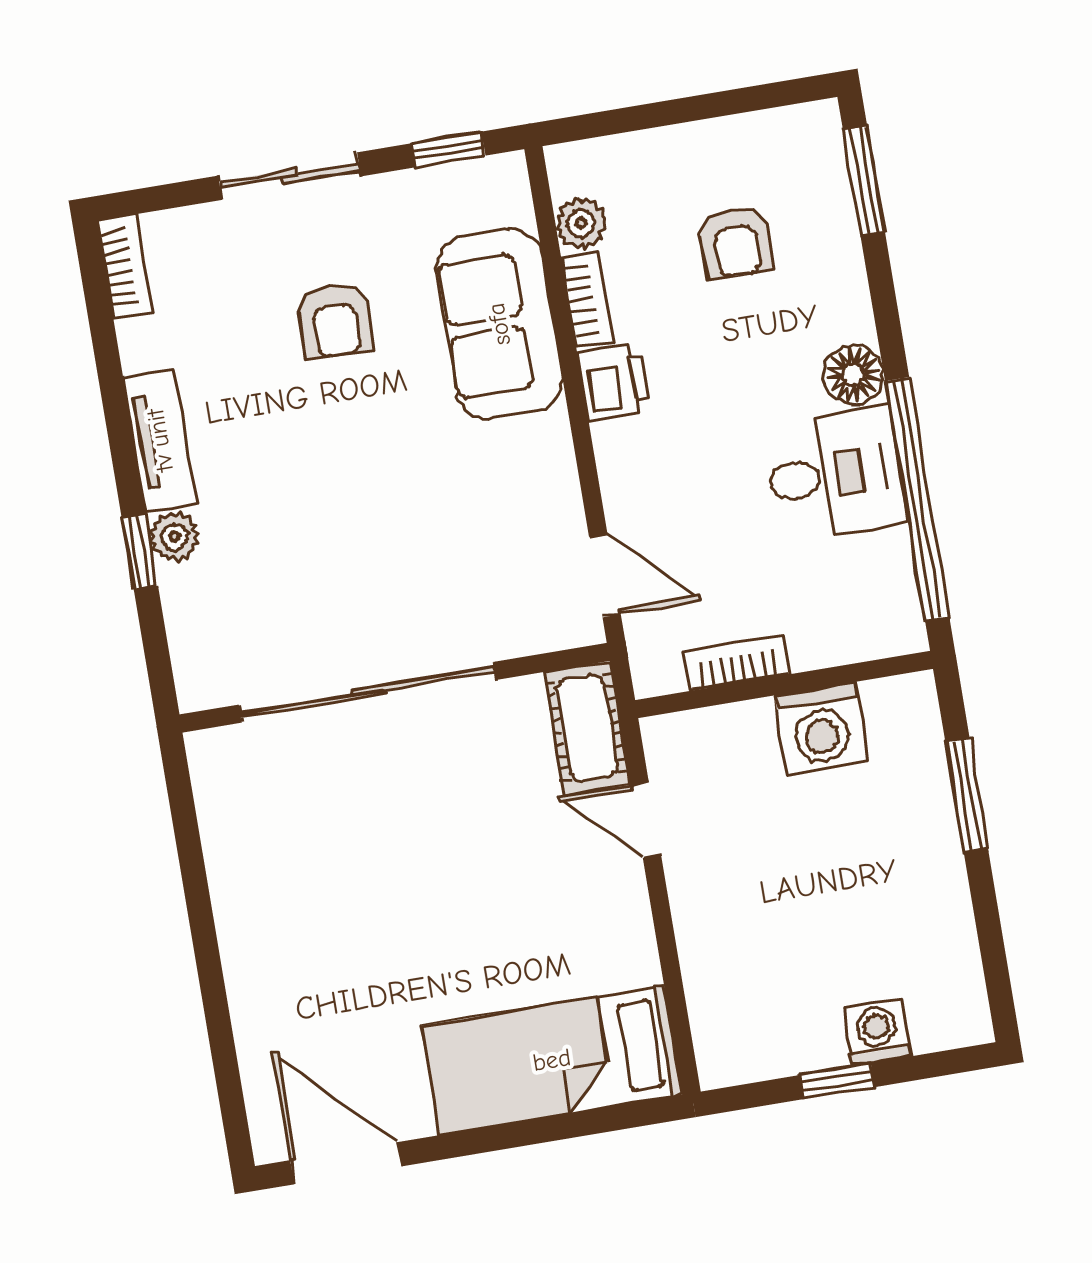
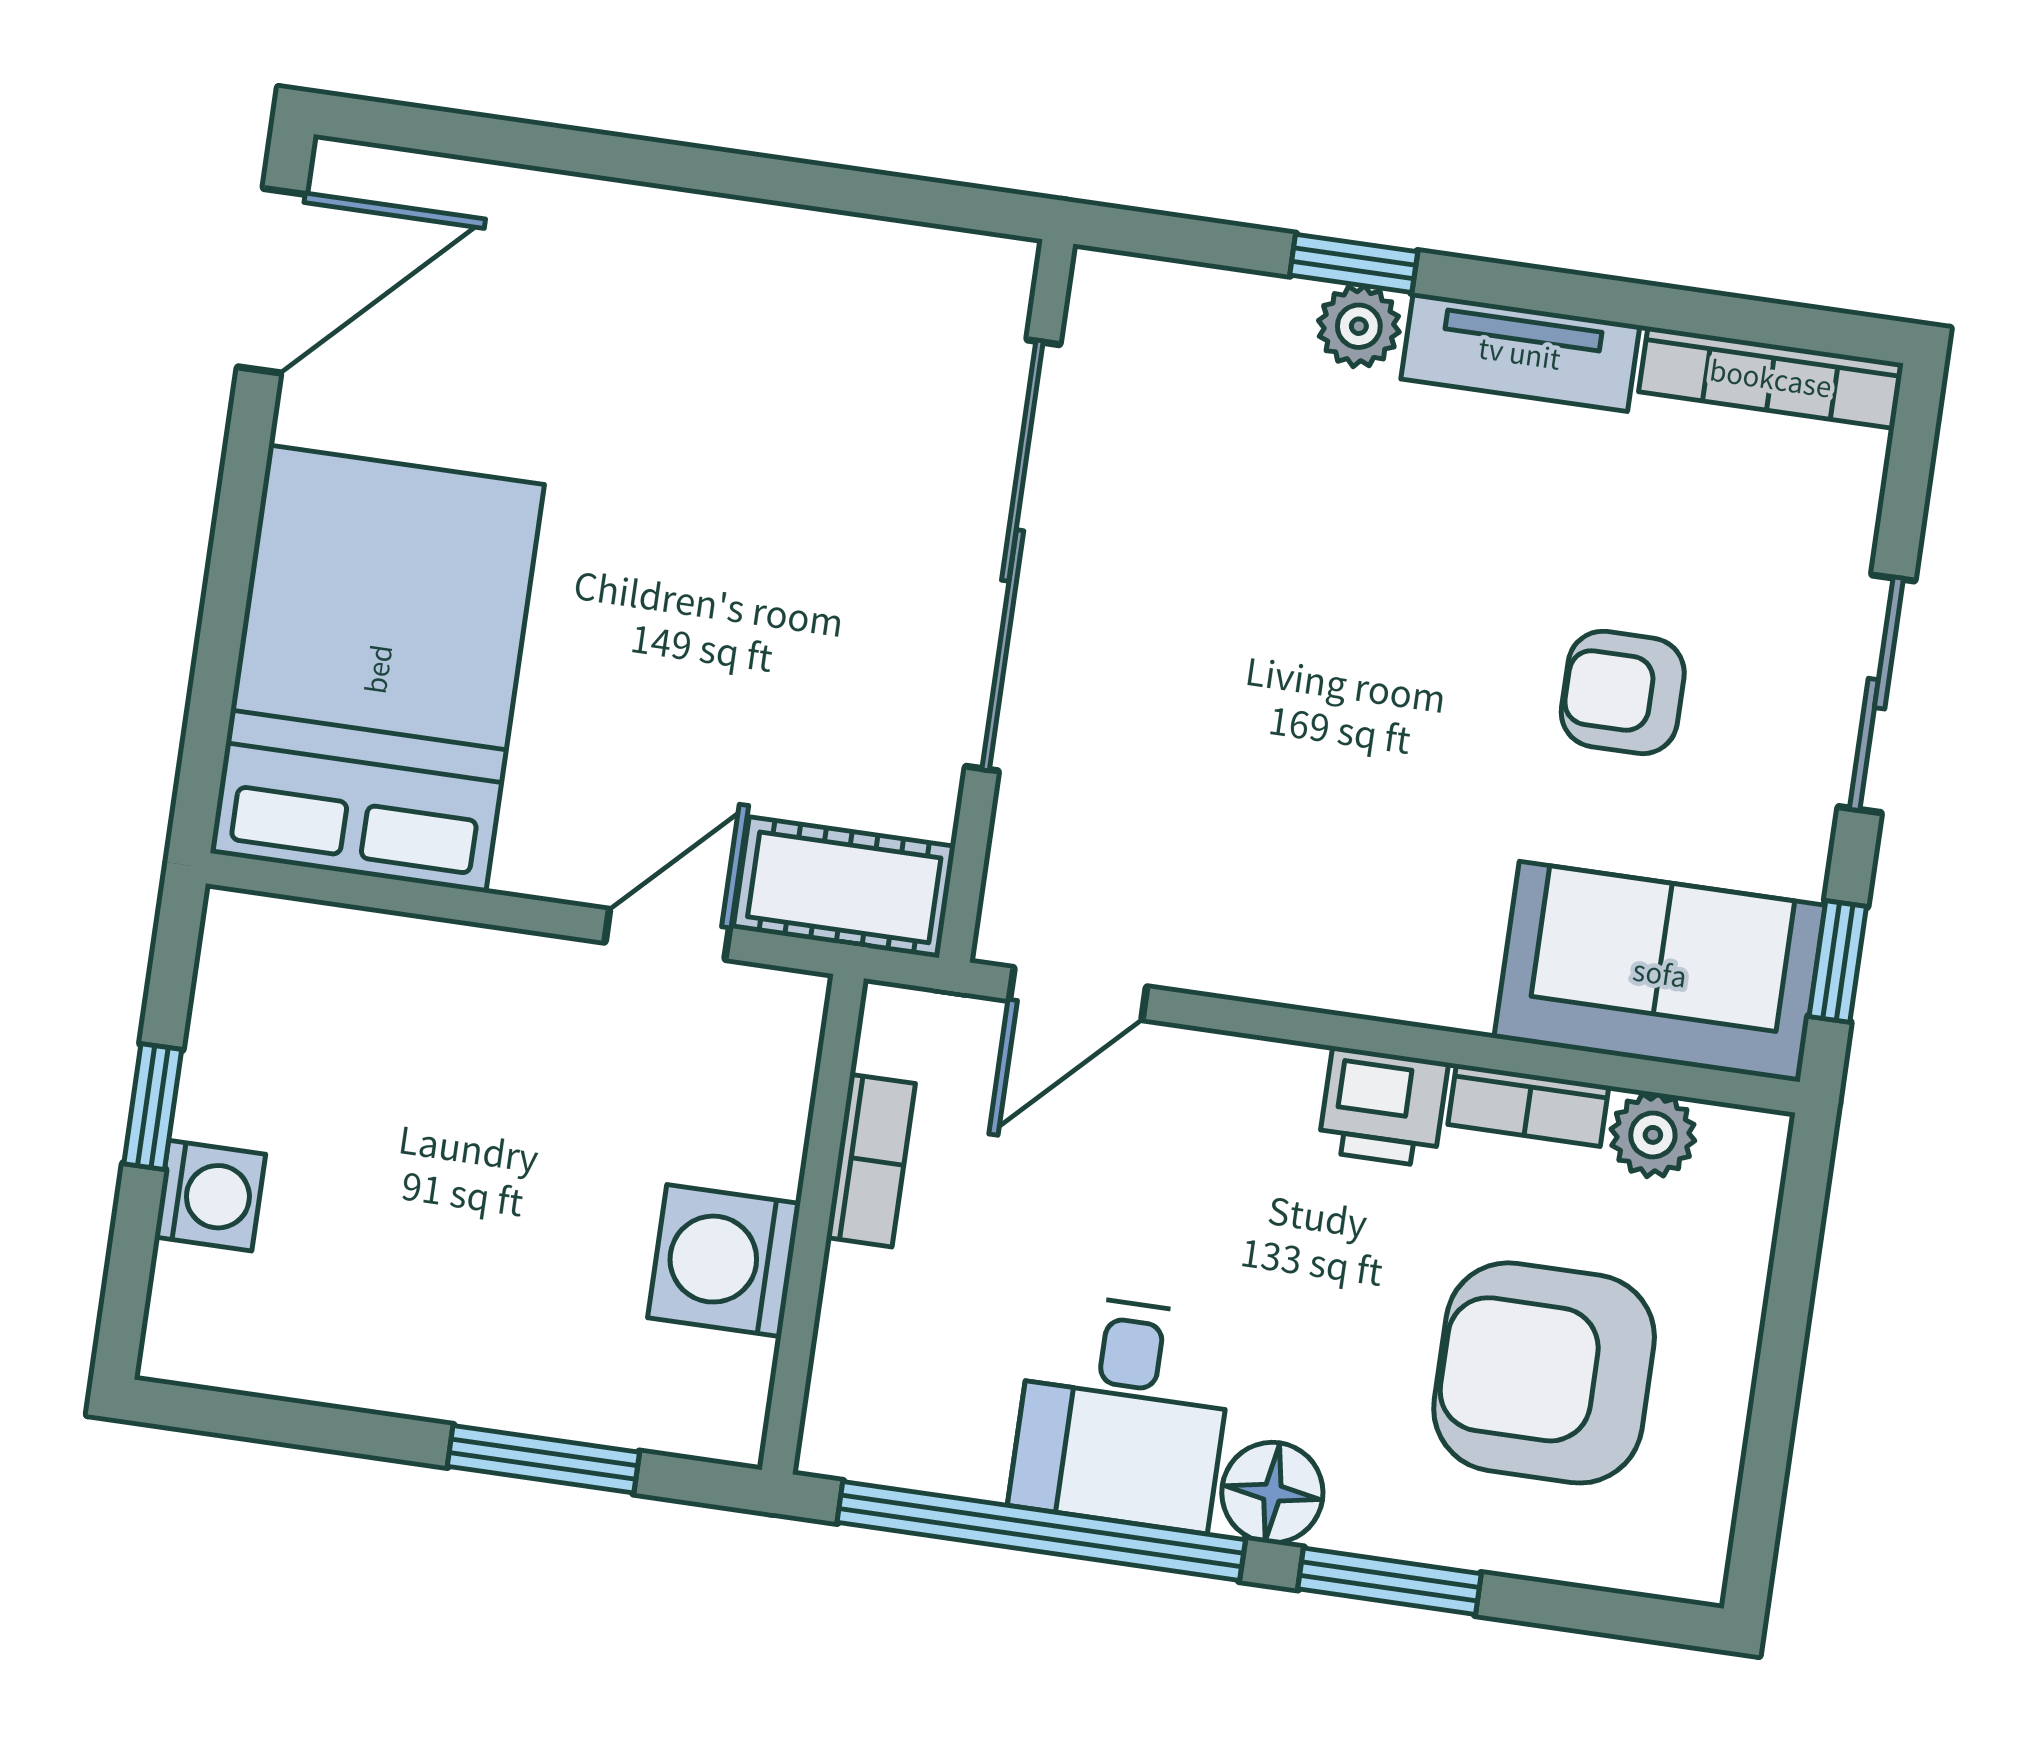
window: (864, 181) -> (1389, 1581), moved
armchair: (736, 242) -> (1544, 1373), width x1.88, depth x1.88
bookcase: (124, 266) -> (1771, 377), width x1.56
sofa: (499, 324) -> (1660, 972), moved
bed: (552, 1060) -> (377, 669), width x1.50

